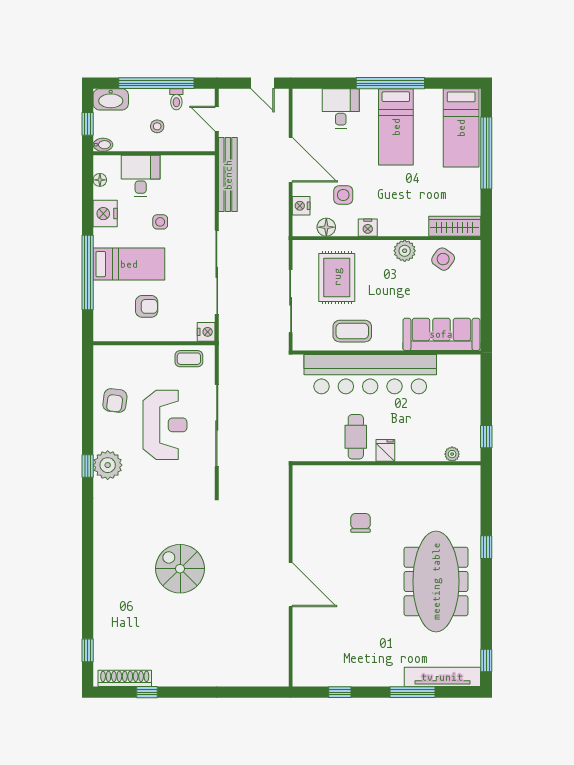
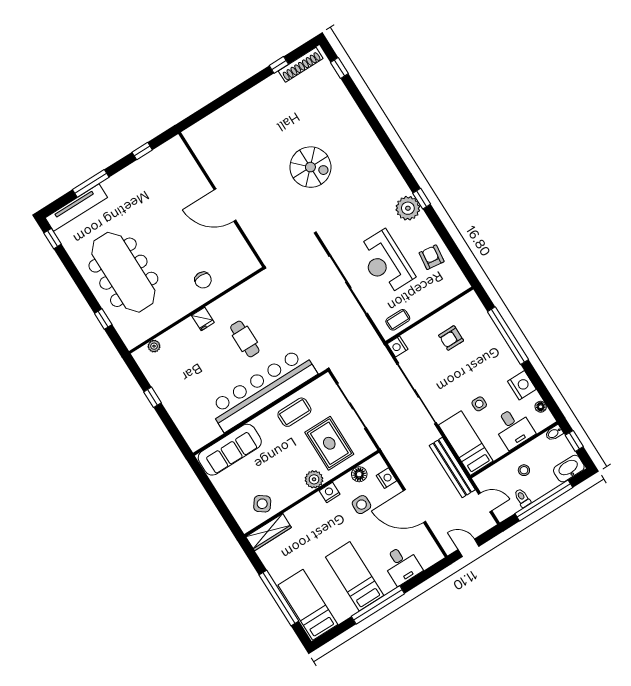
plant: (405, 251) -> (314, 479), moved
bed: (129, 264) -> (466, 443), moved, turned 90
fridge: (385, 450) -> (203, 319), moved
plant: (452, 454) -> (154, 346), moved
wall: (387, 463) -> (196, 310), moved

